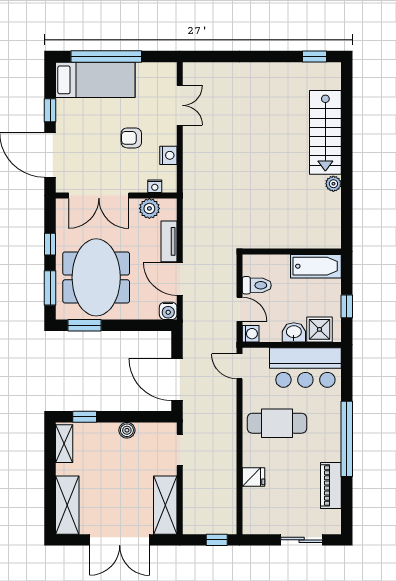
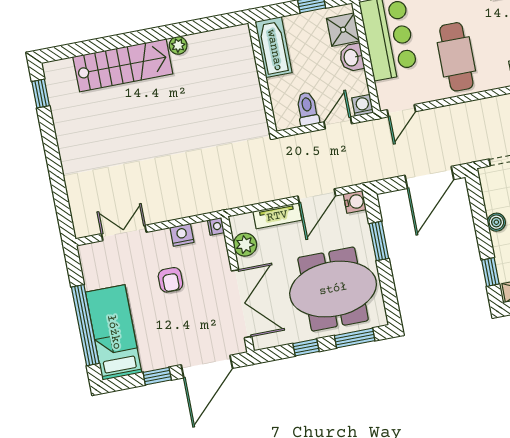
nightstand: (155, 186) -> (216, 226), moved
window: (85, 325) -> (379, 241), moved

